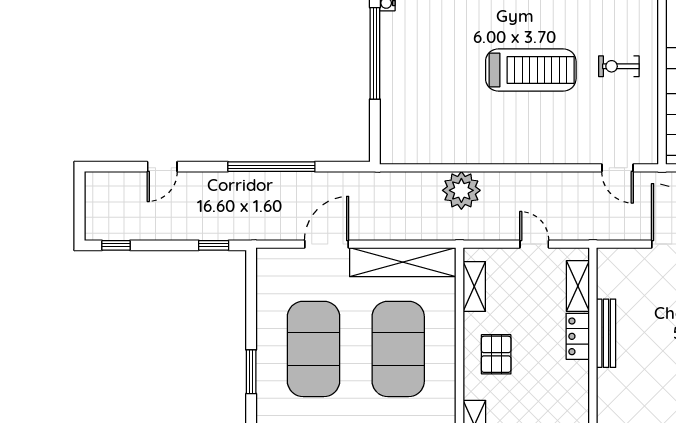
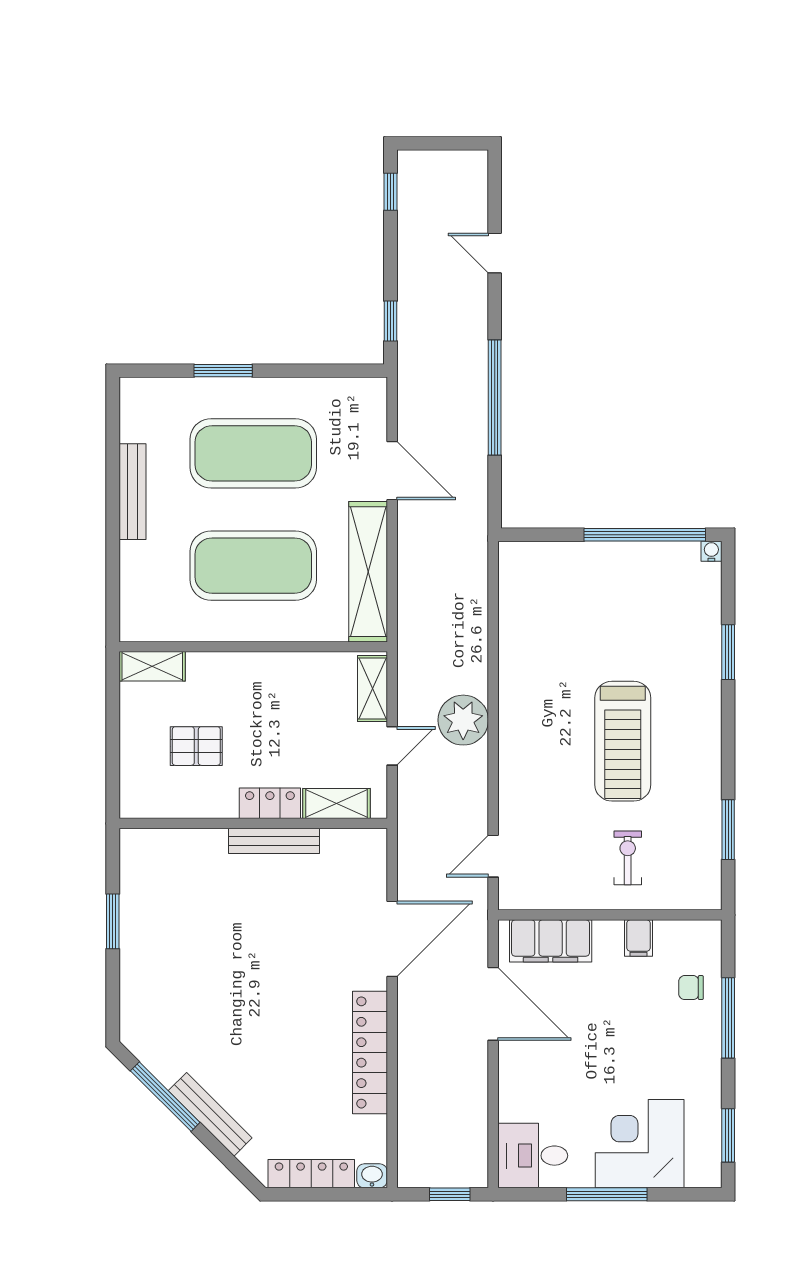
plant: (461, 190) -> (463, 720), moved
shelving: (474, 287) -> (372, 689), moved, turned 90
pallet: (496, 354) -> (196, 746), moved

